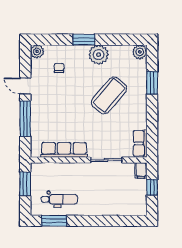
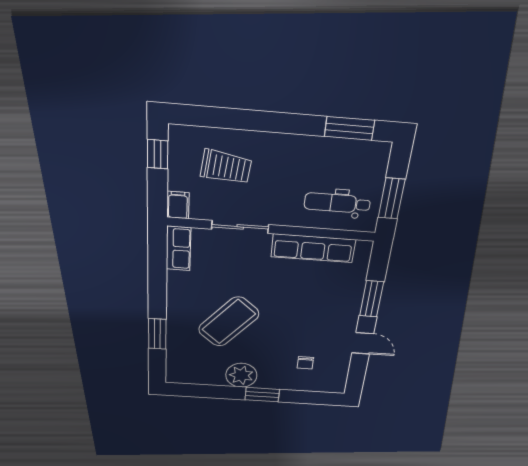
plant: (37, 51) -> (336, 385), removed
plant: (140, 52) -> (177, 375), removed
window: (25, 119) -> (372, 299), width x0.69
window: (152, 187) -> (158, 154), moved
trolley: (116, 195) -> (226, 167), added
dental chair: (59, 199) -> (337, 203), moved

